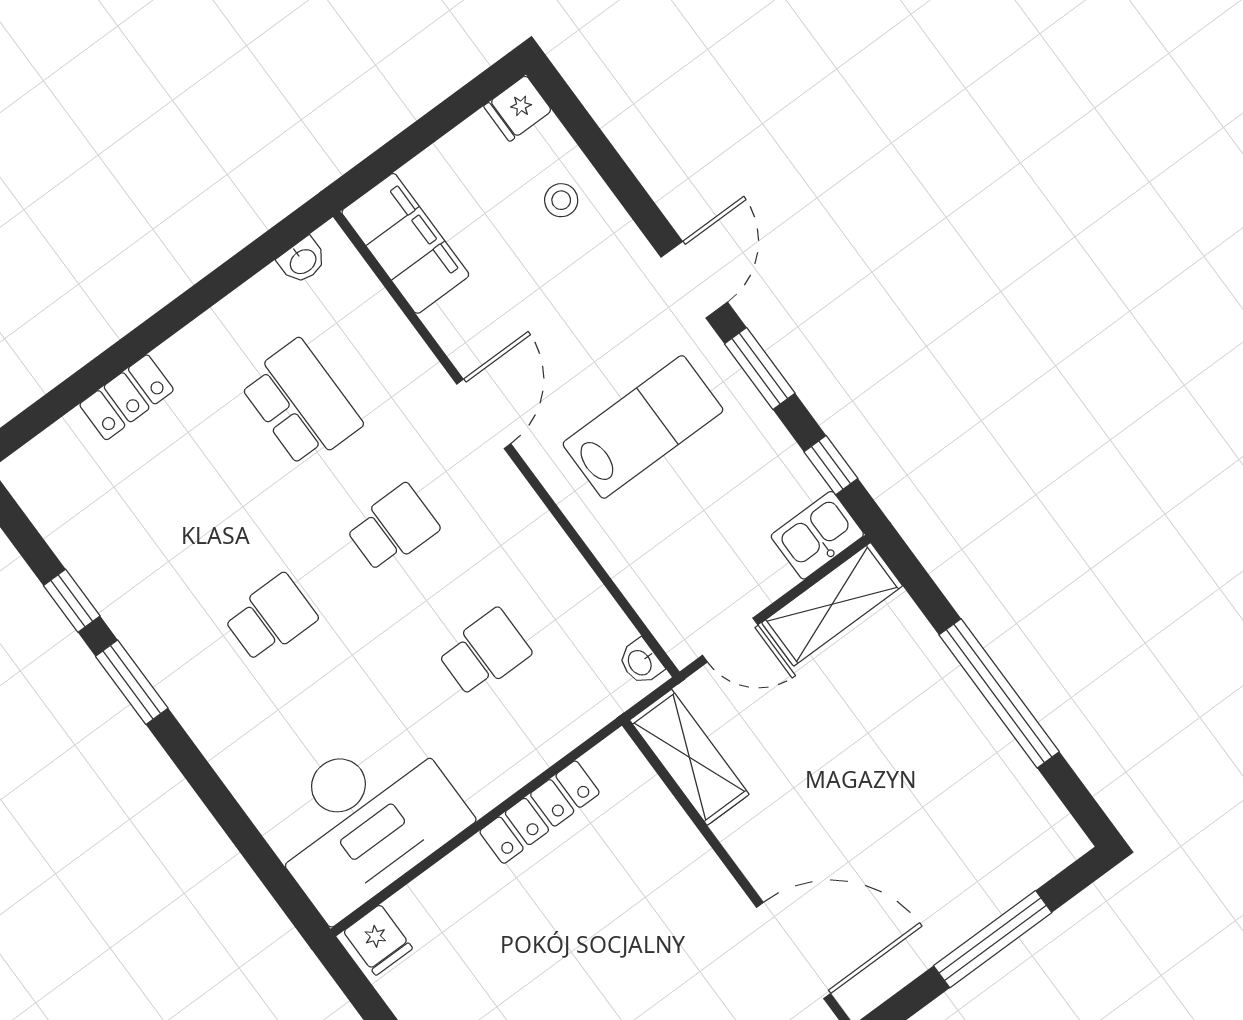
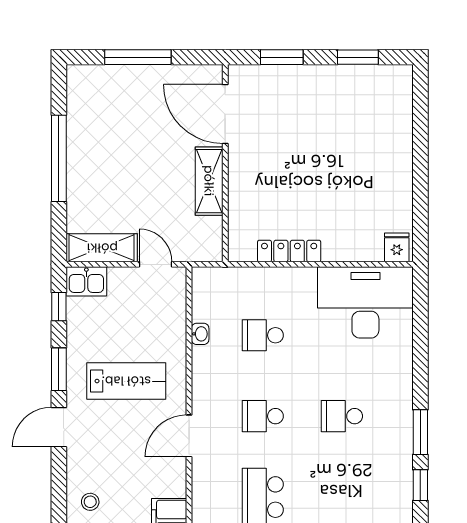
lab bench: (643, 427) -> (126, 381), turned 180
washbasin: (640, 662) -> (200, 334), moved
shelving: (689, 757) -> (209, 181), moved

